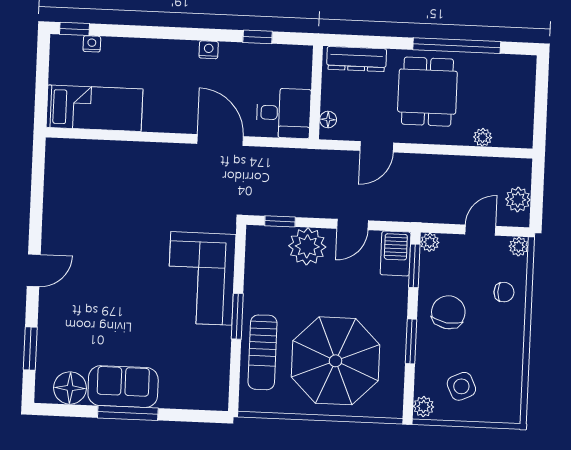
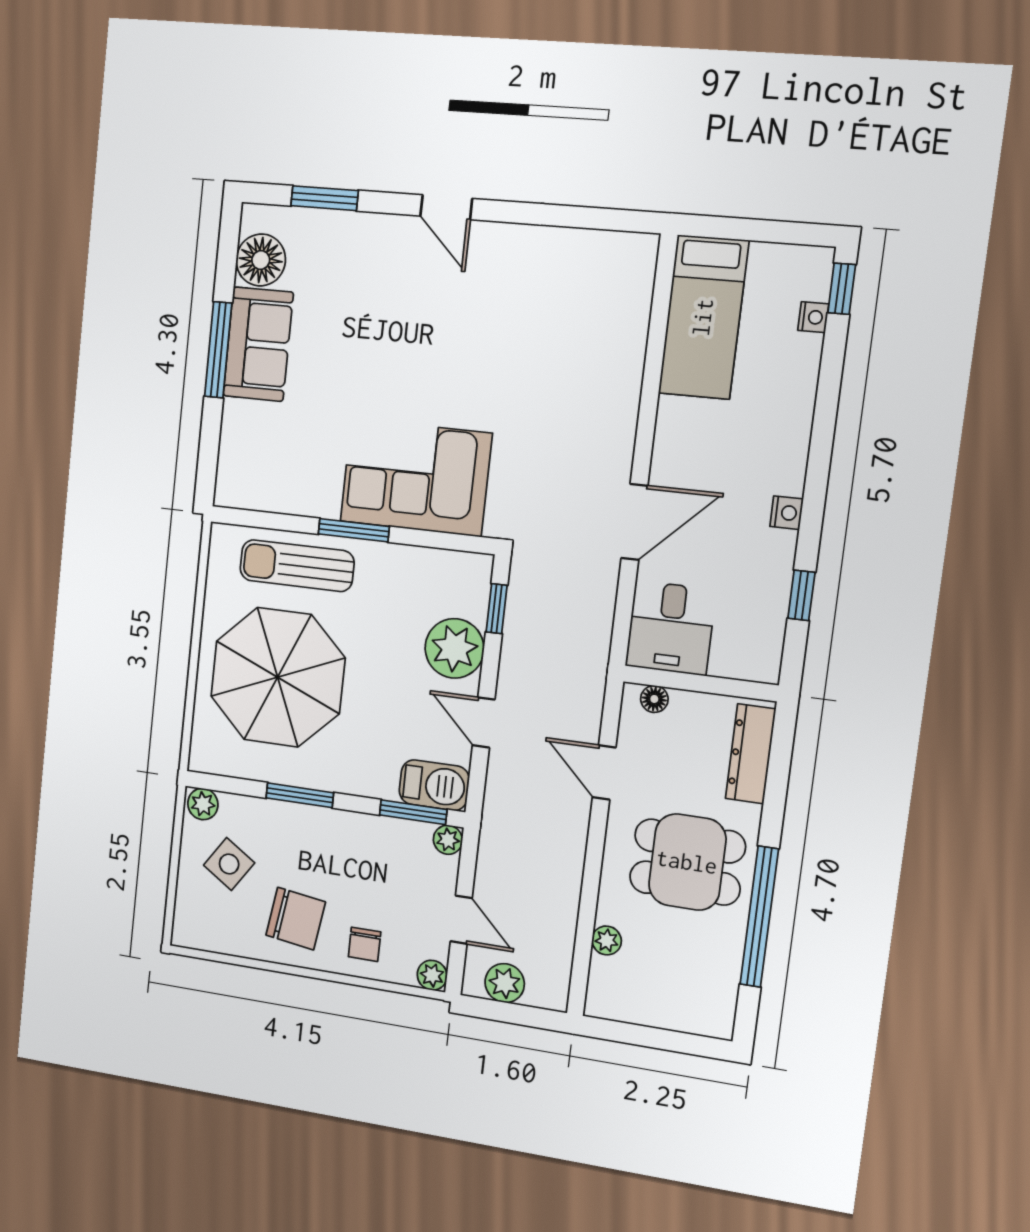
chair: (448, 312) -> (296, 919), moved
side table: (461, 386) -> (229, 864), turned -31

